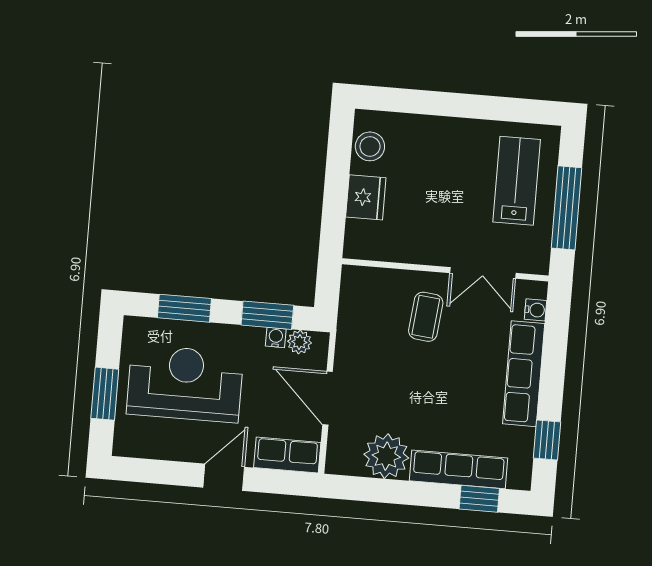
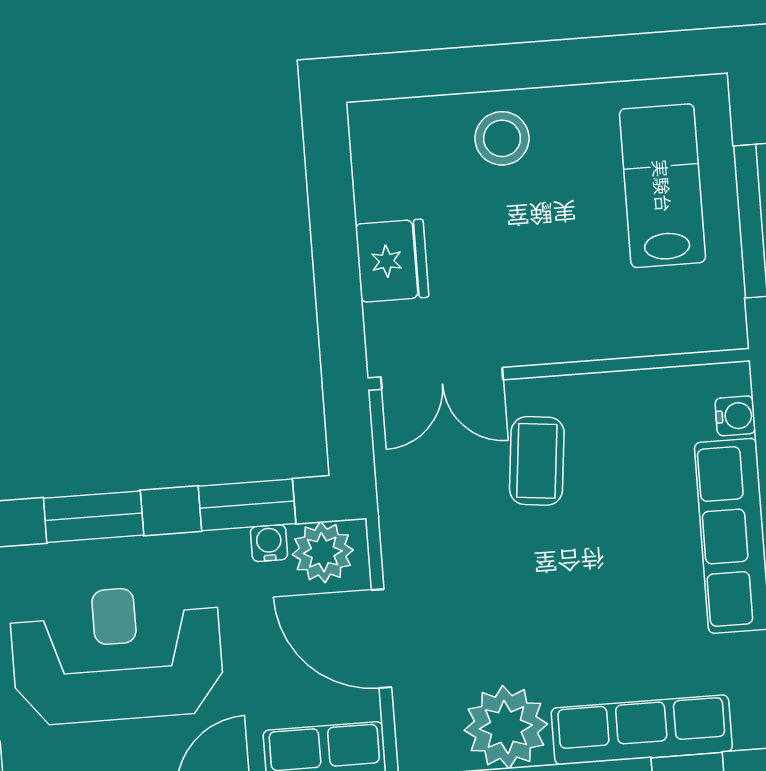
stool: (370, 146) -> (502, 138), moved
double door: (483, 273) -> (442, 378), moved
plant: (299, 342) -> (323, 552), width x1.38, depth x1.38

